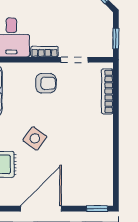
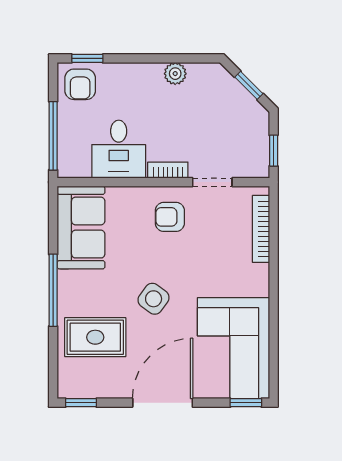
armchair: (46, 83) -> (170, 217), turned 180
corner sofa: (89, 172) -> (234, 348), added

